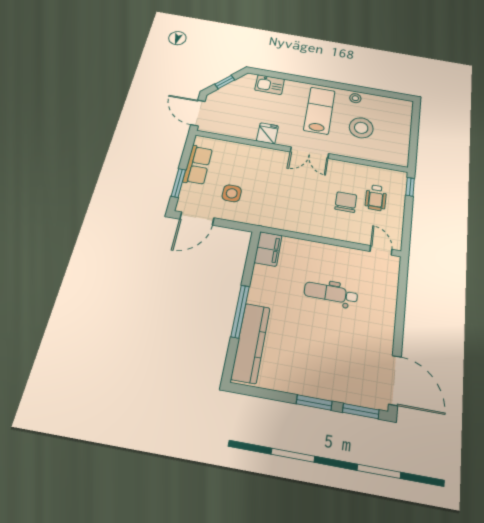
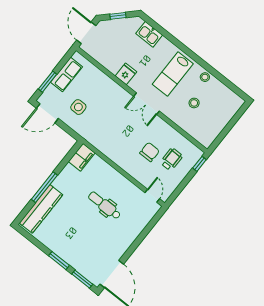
lab bench: (319, 110) -> (173, 74), turned 180
stool: (361, 128) -> (194, 103), width x0.53, depth x0.53
wheelchair: (376, 198) -> (171, 159), turned 180

